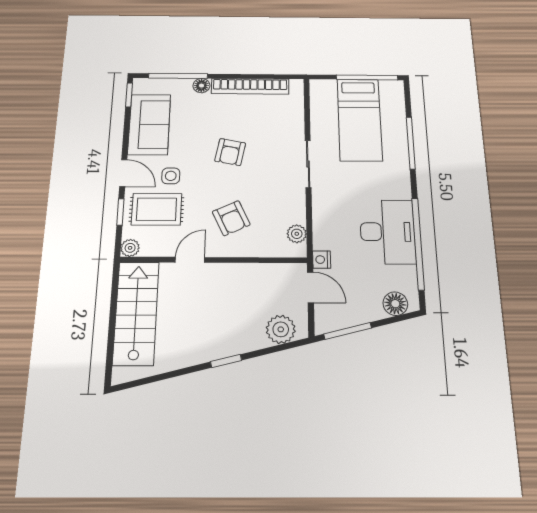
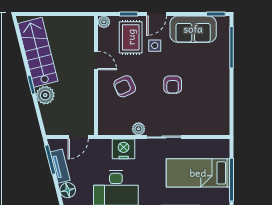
floor lamp: (201, 86) -> (224, 64), removed
bookcase: (250, 86) -> (224, 98), removed
armchair: (230, 152) -> (173, 85), turned -101
plant: (297, 234) -> (139, 129), moved
nightstand: (322, 260) -> (124, 149), moved, width x1.89, depth x1.79
stairs: (136, 313) -> (38, 52), moved, turned -104
tv unit: (358, 315) -> (60, 166), added
plant: (281, 329) -> (45, 95), moved

